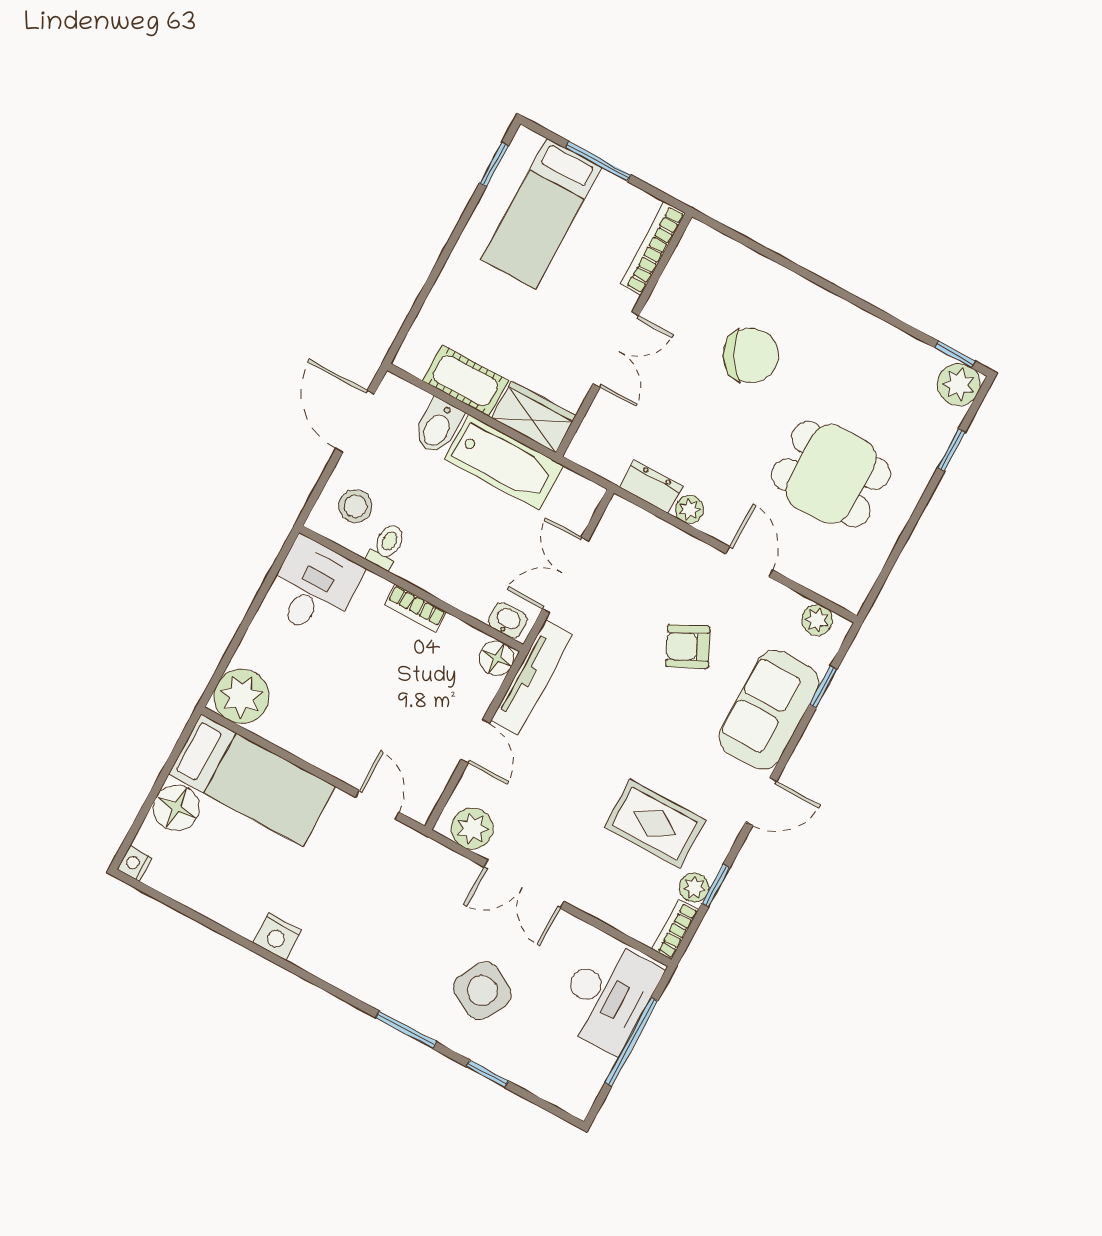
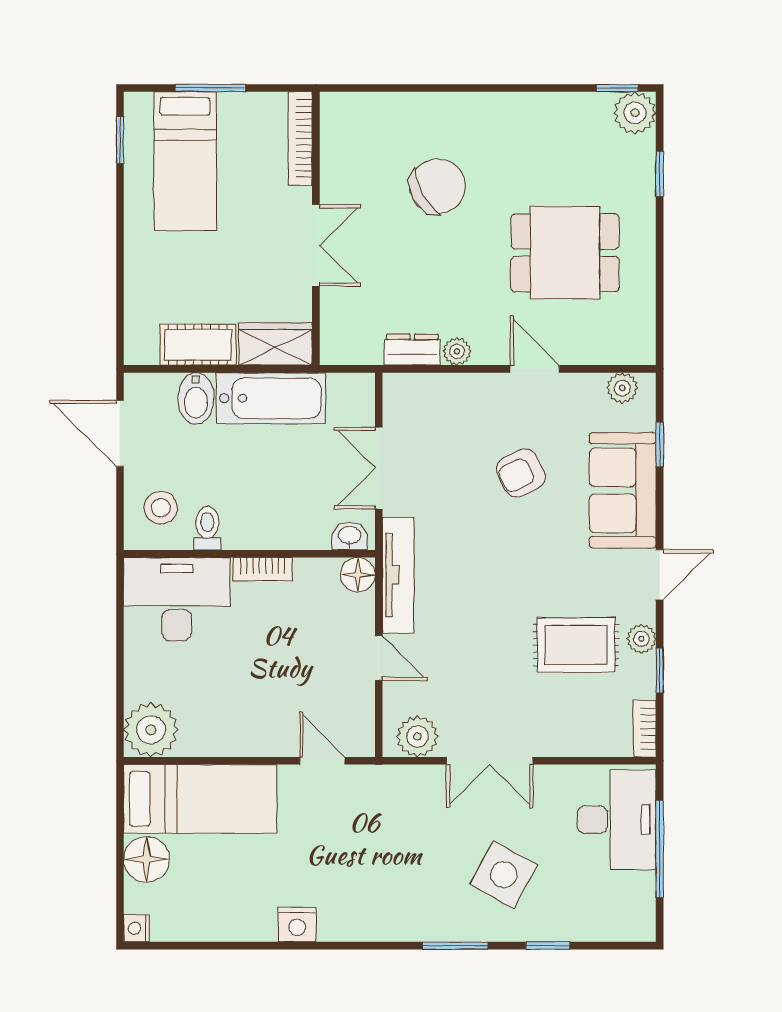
desk: (313, 587) -> (177, 599), width x1.37
plant: (694, 887) -> (641, 639), moved

